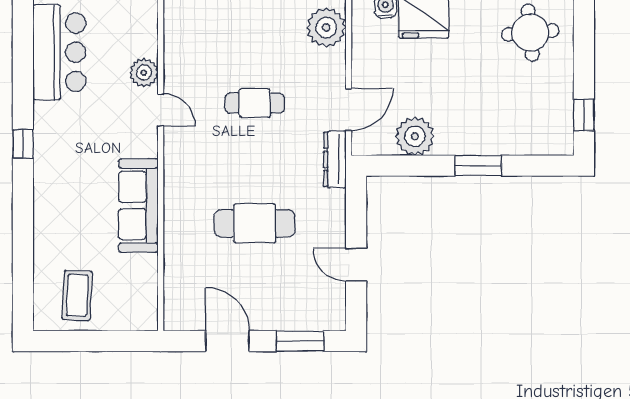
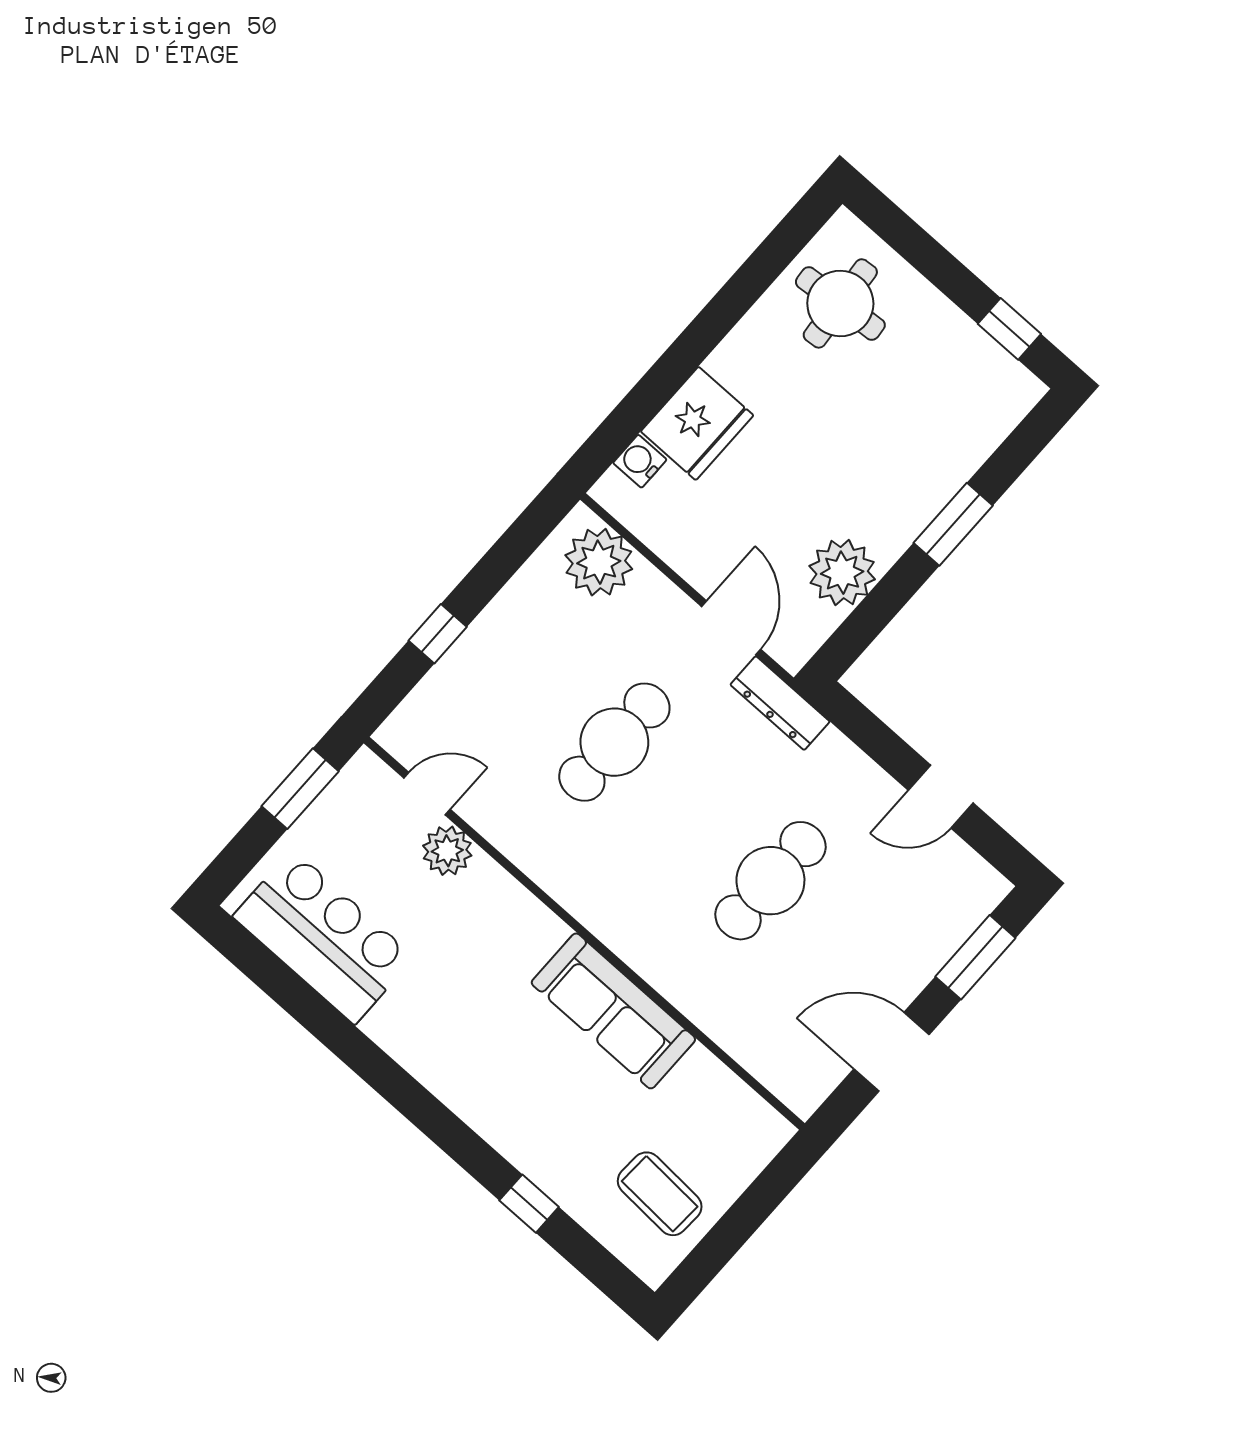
cafe table: (255, 103) -> (614, 742), width x1.37, depth x1.35
door: (161, 110) -> (427, 794), moved
window: (23, 144) -> (529, 1204), moved

